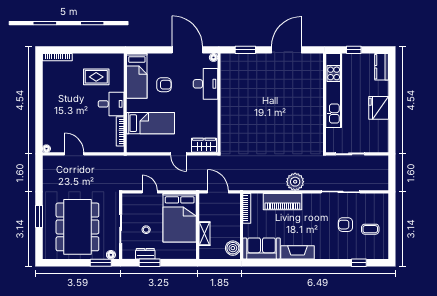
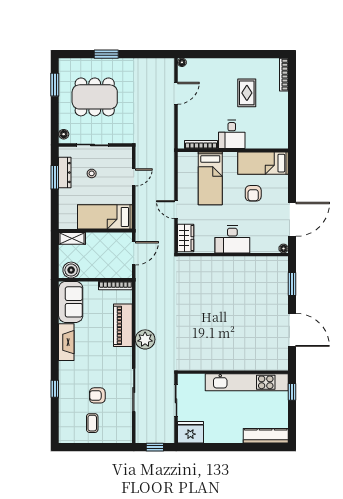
window: (354, 50) -> (292, 392), moved
kitchen counter: (382, 67) -> (266, 436), width x1.50
rug: (96, 77) -> (247, 93), moved
desk: (205, 84) -> (232, 239), moved
fridge: (379, 108) -> (190, 432), moved
door: (179, 154) -> (176, 210), hinge flipped
window: (392, 173) -> (155, 447), added
bed: (180, 218) -> (105, 217), width x0.67
armchair: (345, 225) -> (97, 395), turned -90
dining table: (77, 227) -> (95, 97), width x0.73, depth x0.80
shelving: (204, 234) -> (72, 238), moved
dresser: (145, 254) -> (65, 173), width x1.44
window: (101, 263) -> (55, 85), moved
window: (359, 263) -> (55, 389), moved

